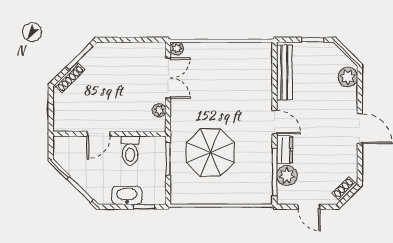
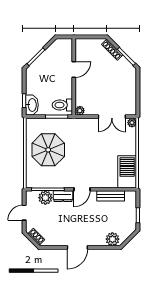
barbecue: (249, 55) -> (127, 172), added
bench: (284, 72) -> (111, 196), width x0.73
plant: (159, 110) -> (80, 111), moved
door: (99, 134) -> (74, 70), swing flipped
toilet: (130, 151) -> (62, 105), moved
parasol: (210, 153) -> (48, 150), moved
washbasin: (127, 195) -> (32, 105), moved

